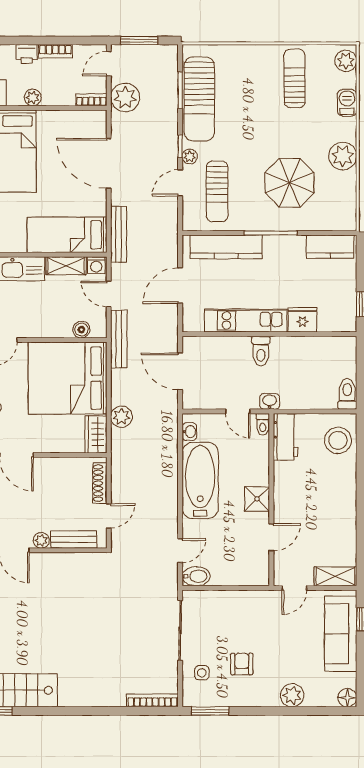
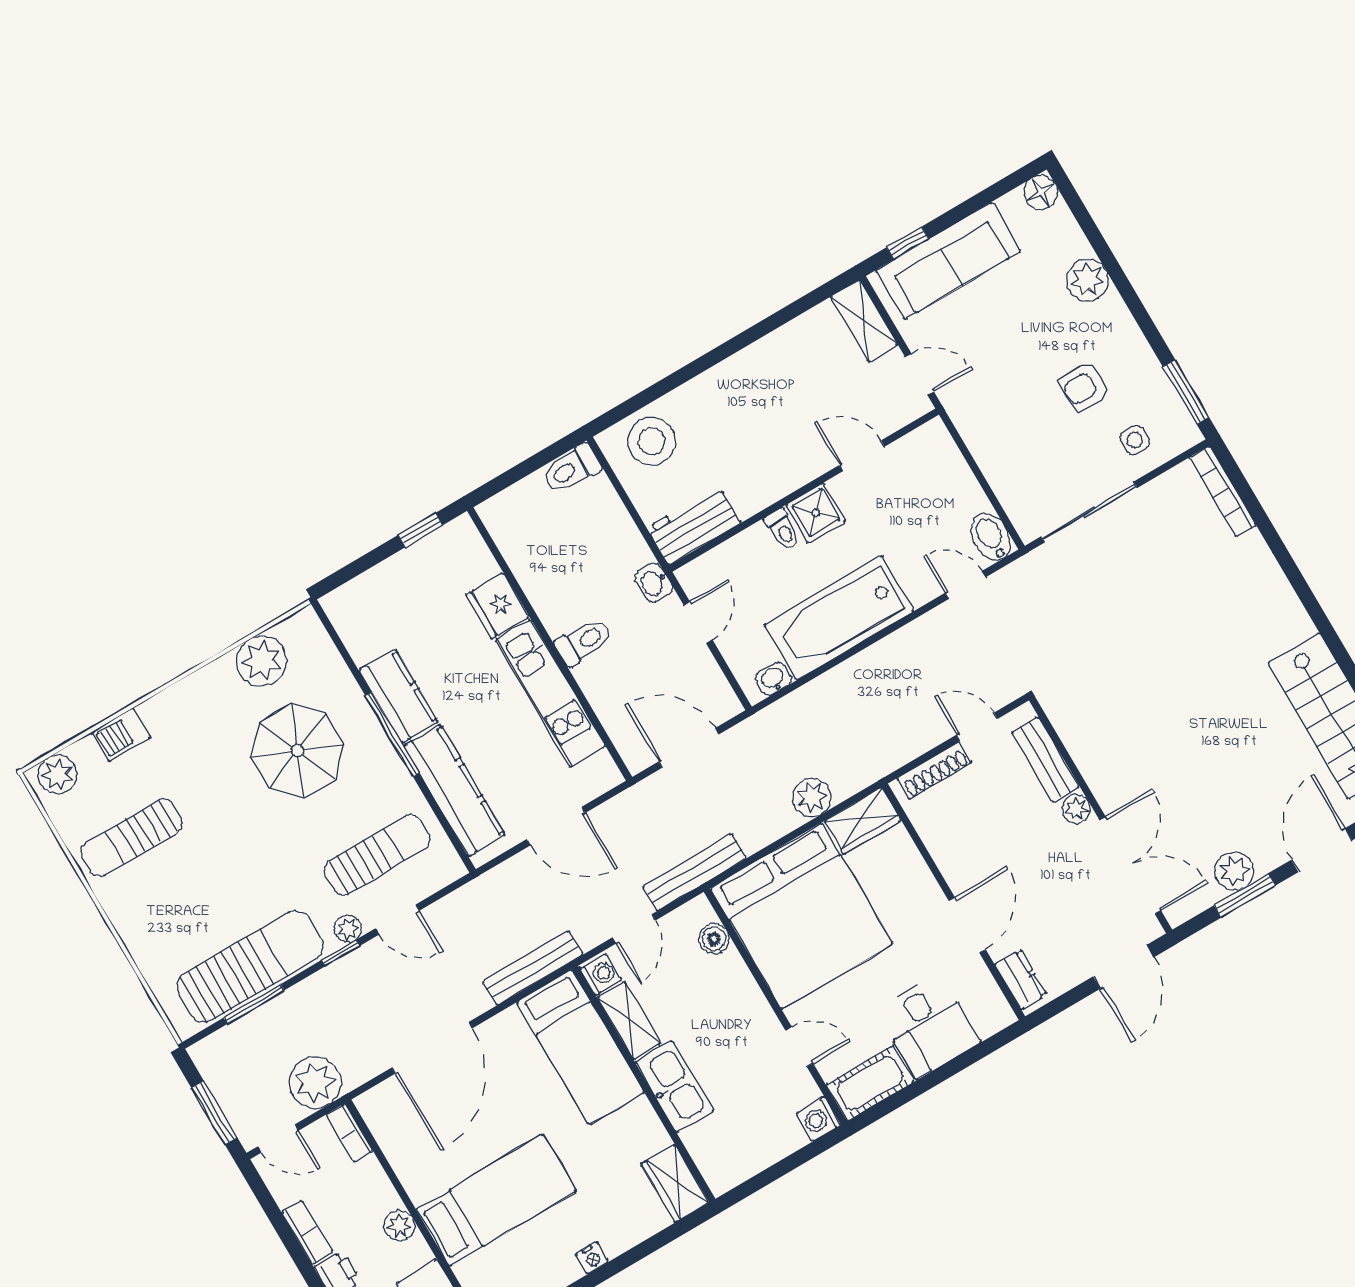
plant: (343, 156) -> (262, 661), moved
kitchen counter: (330, 247) -> (398, 696), moved
door: (180, 371) -> (689, 748), swing flipped
toilet: (263, 424) -> (783, 529), moved, turned 90

